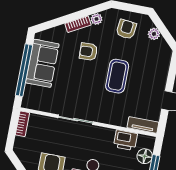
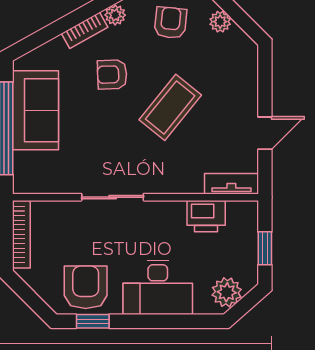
coffee table: (117, 76) -> (170, 107), turned 39
bookcase: (22, 124) -> (21, 234), width x1.56
floor lamp: (145, 156) -> (245, 237), removed

